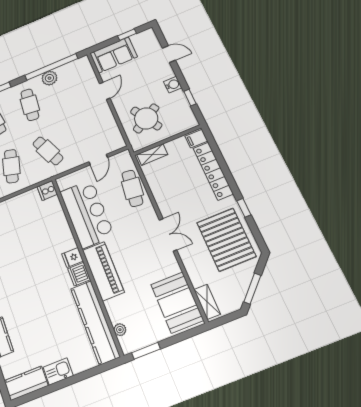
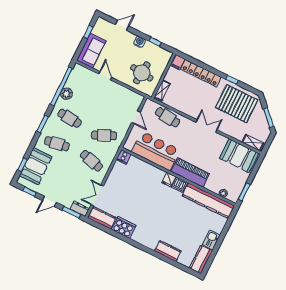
round table: (146, 118) -> (142, 73), turned 37

